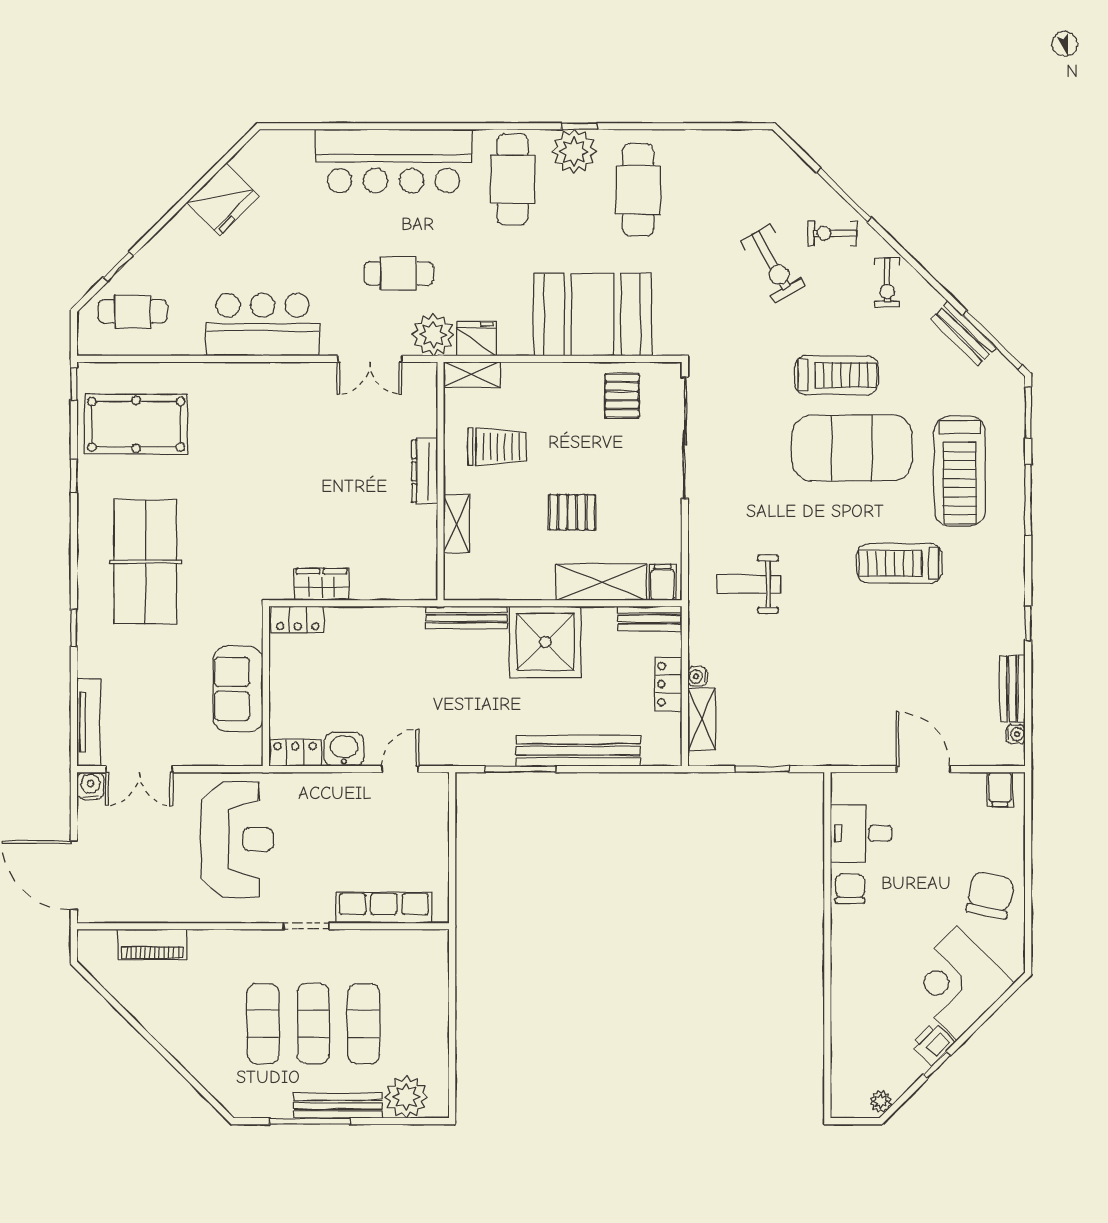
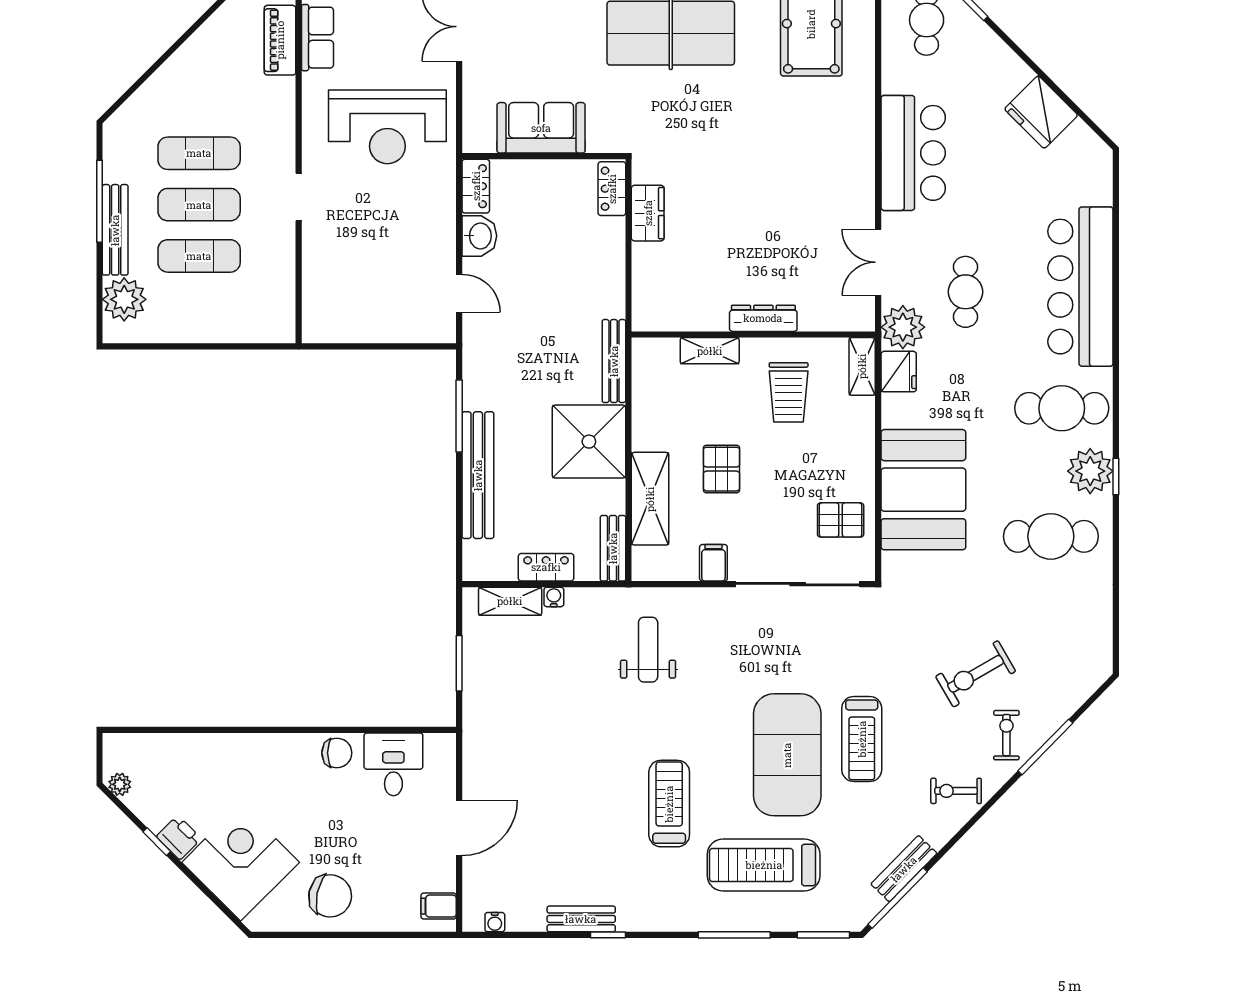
filing cabinet: (663, 582) -> (713, 563), moved, turned -90
bench: (1013, 689) -> (581, 919), moved
row of seats: (384, 908) -> (317, 38), moved, width x0.68

